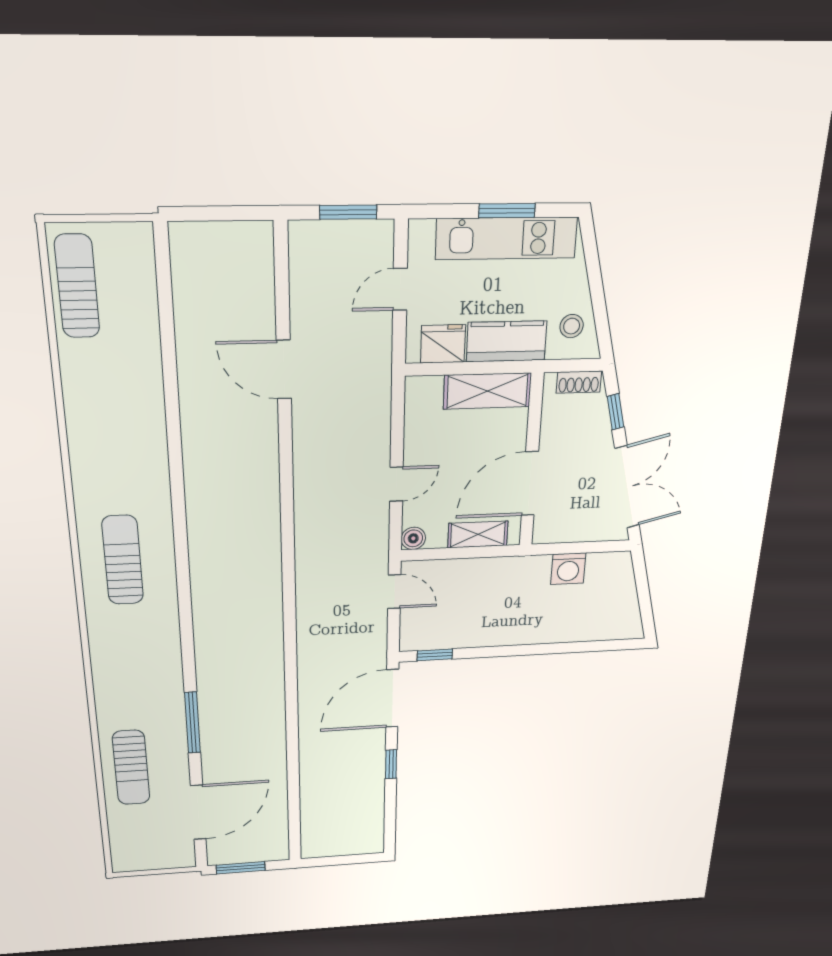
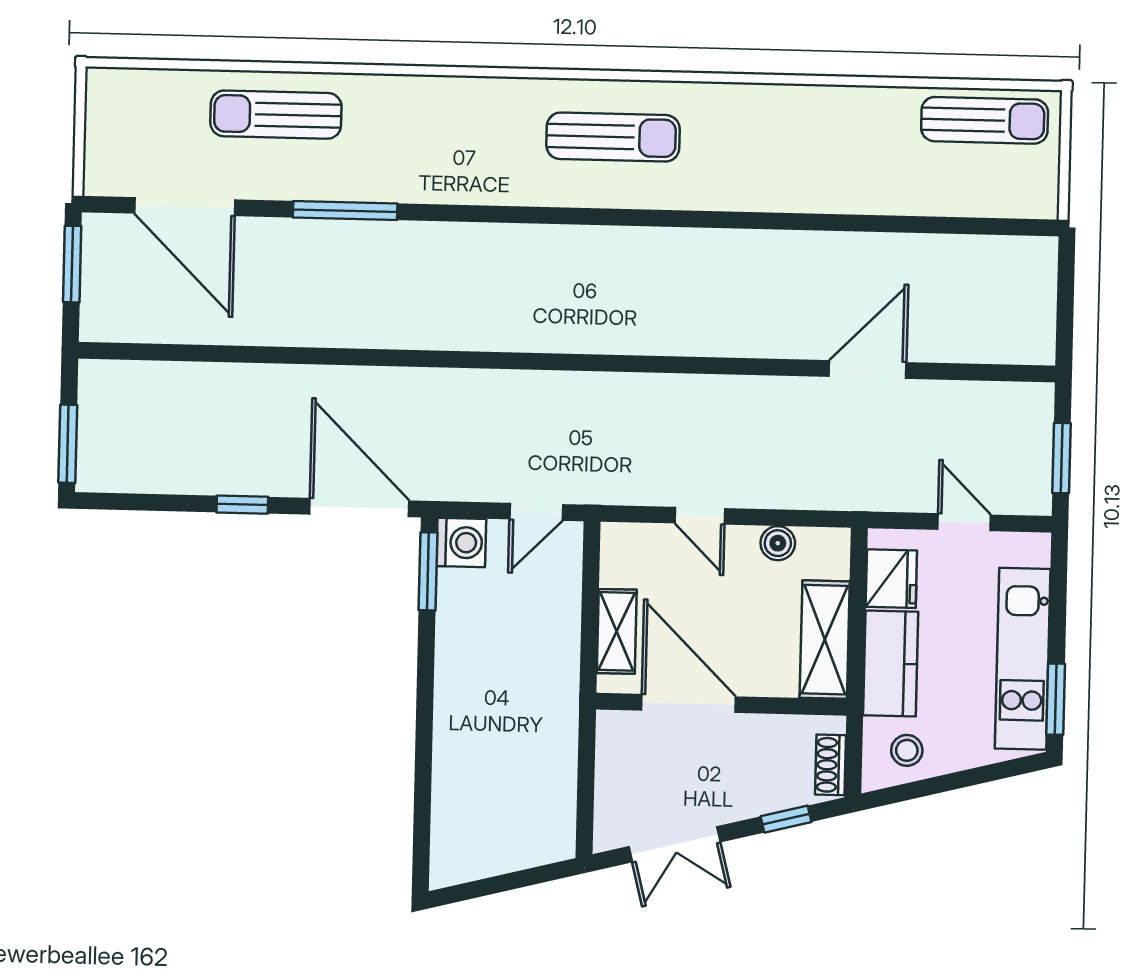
window: (507, 211) -> (1056, 699), moved
double door: (627, 487) -> (674, 844), width x0.73
boiler: (413, 538) -> (778, 543), moved
washing machine: (568, 569) -> (461, 543), moved, turned 180
window: (435, 655) -> (428, 571), width x1.50
window: (354, 859) -> (68, 444), added

